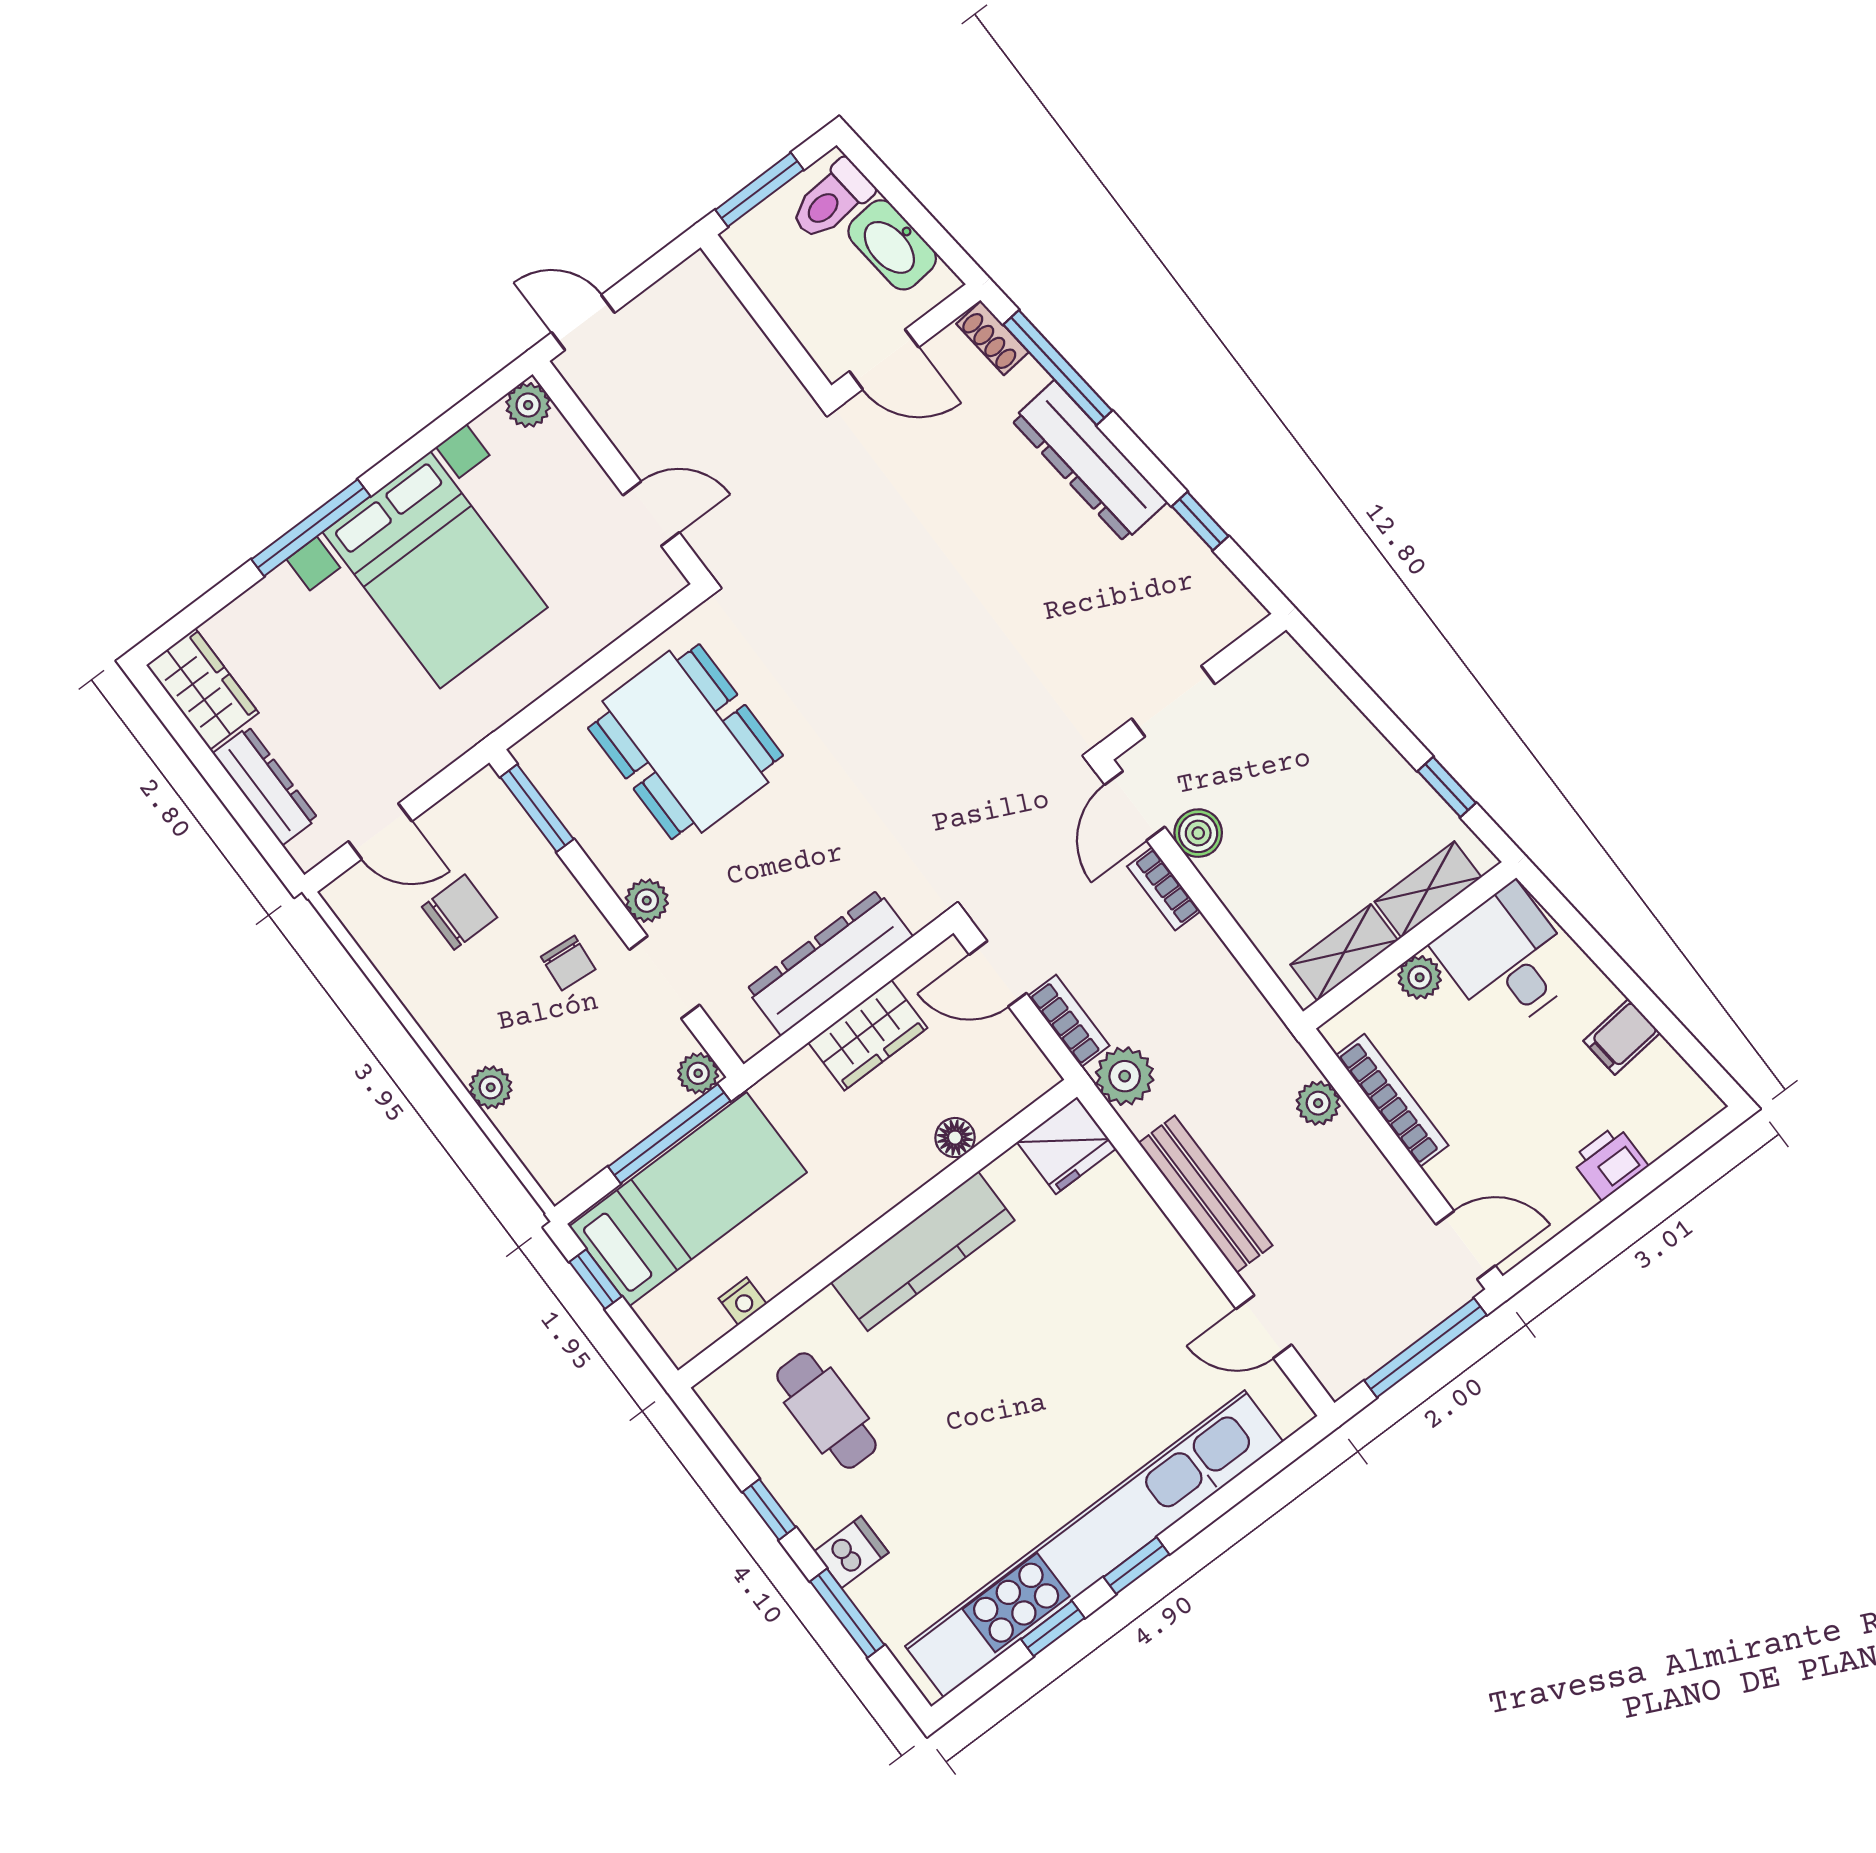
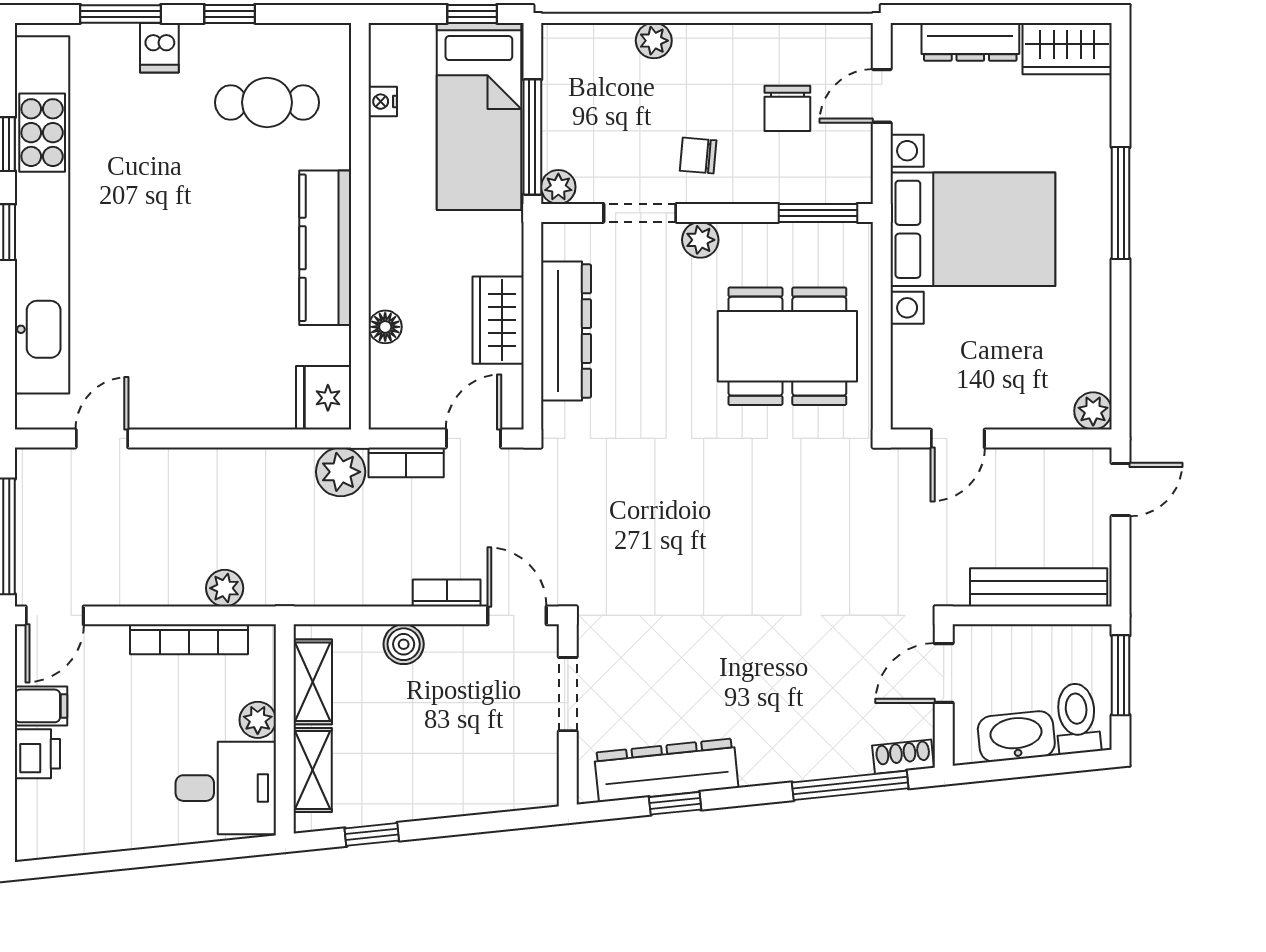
dresser: (1089, 461) -> (666, 770), moved
bed with nightstands: (435, 570) -> (973, 229), moved, turned 180
boiler: (1198, 833) -> (404, 644), moved
filing cabinet: (1622, 1037) -> (41, 706), moved, turned 96
bench: (1206, 1194) -> (1039, 587), moved

